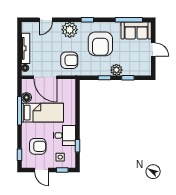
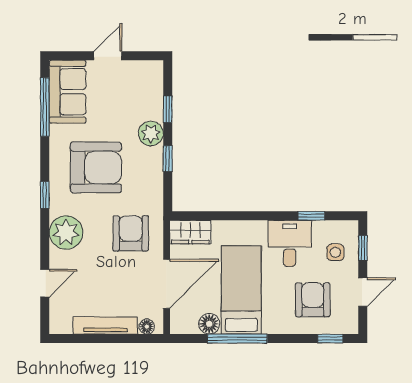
door: (46, 20) -> (45, 283), hinge flipped
wardrobe: (70, 89) -> (190, 232), added

